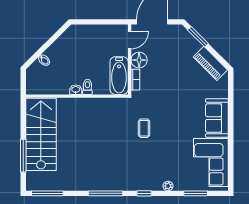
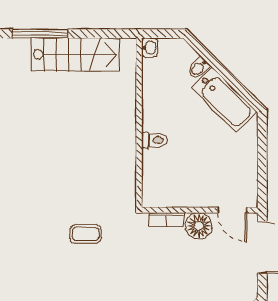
bathtub: (119, 76) -> (224, 100), moved, turned -135
washbasin: (76, 90) -> (150, 48), moved
stairs: (41, 134) -> (75, 54), width x0.73, depth x0.66

